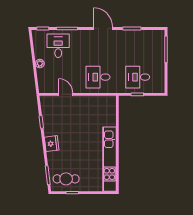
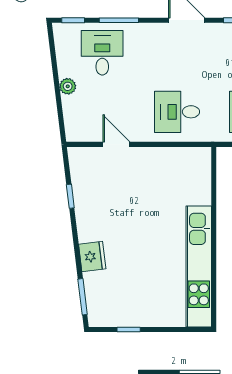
fridge: (52, 144) -> (92, 256), moved
cafe table: (66, 179) -> (117, 304), removed

